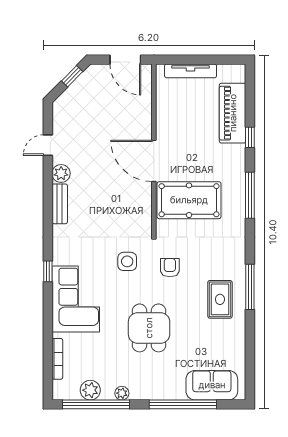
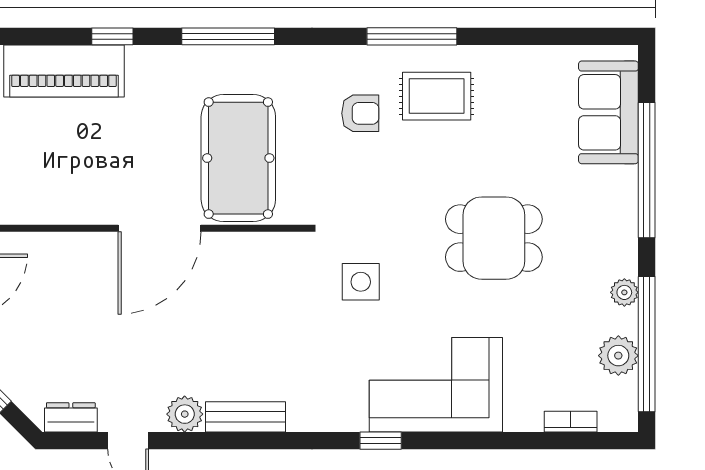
dresser: (59, 117) -> (71, 417), added
armchair: (170, 268) -> (360, 113), moved, turned 180
bookcase: (57, 359) -> (571, 422), width x0.64

